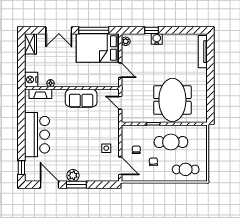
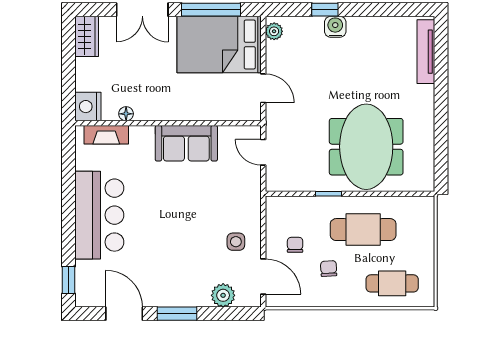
plant: (73, 175) -> (223, 295), moved

